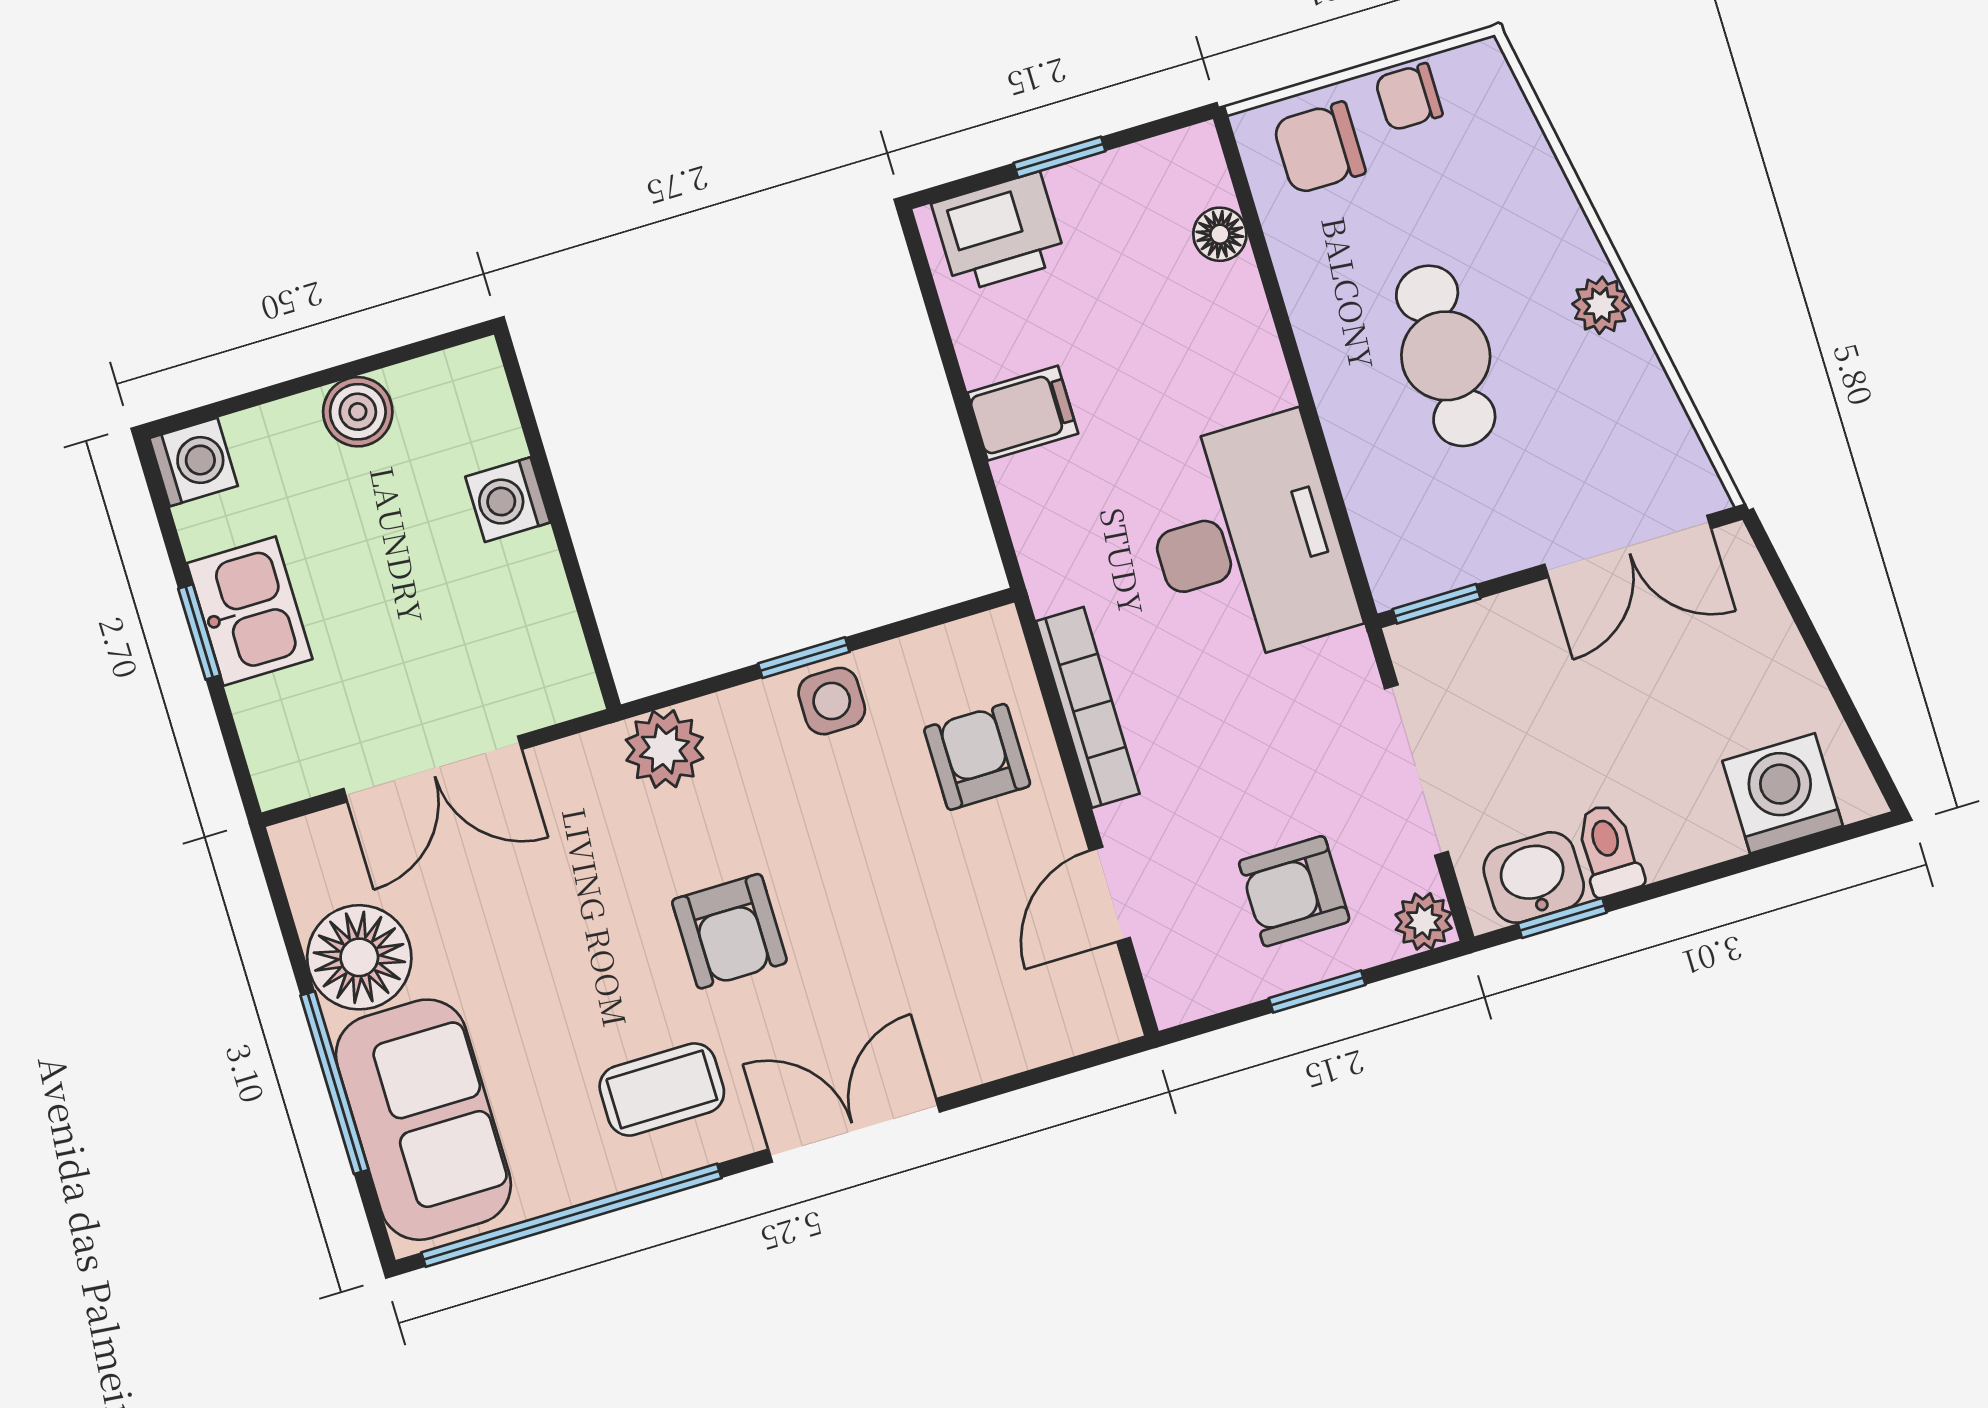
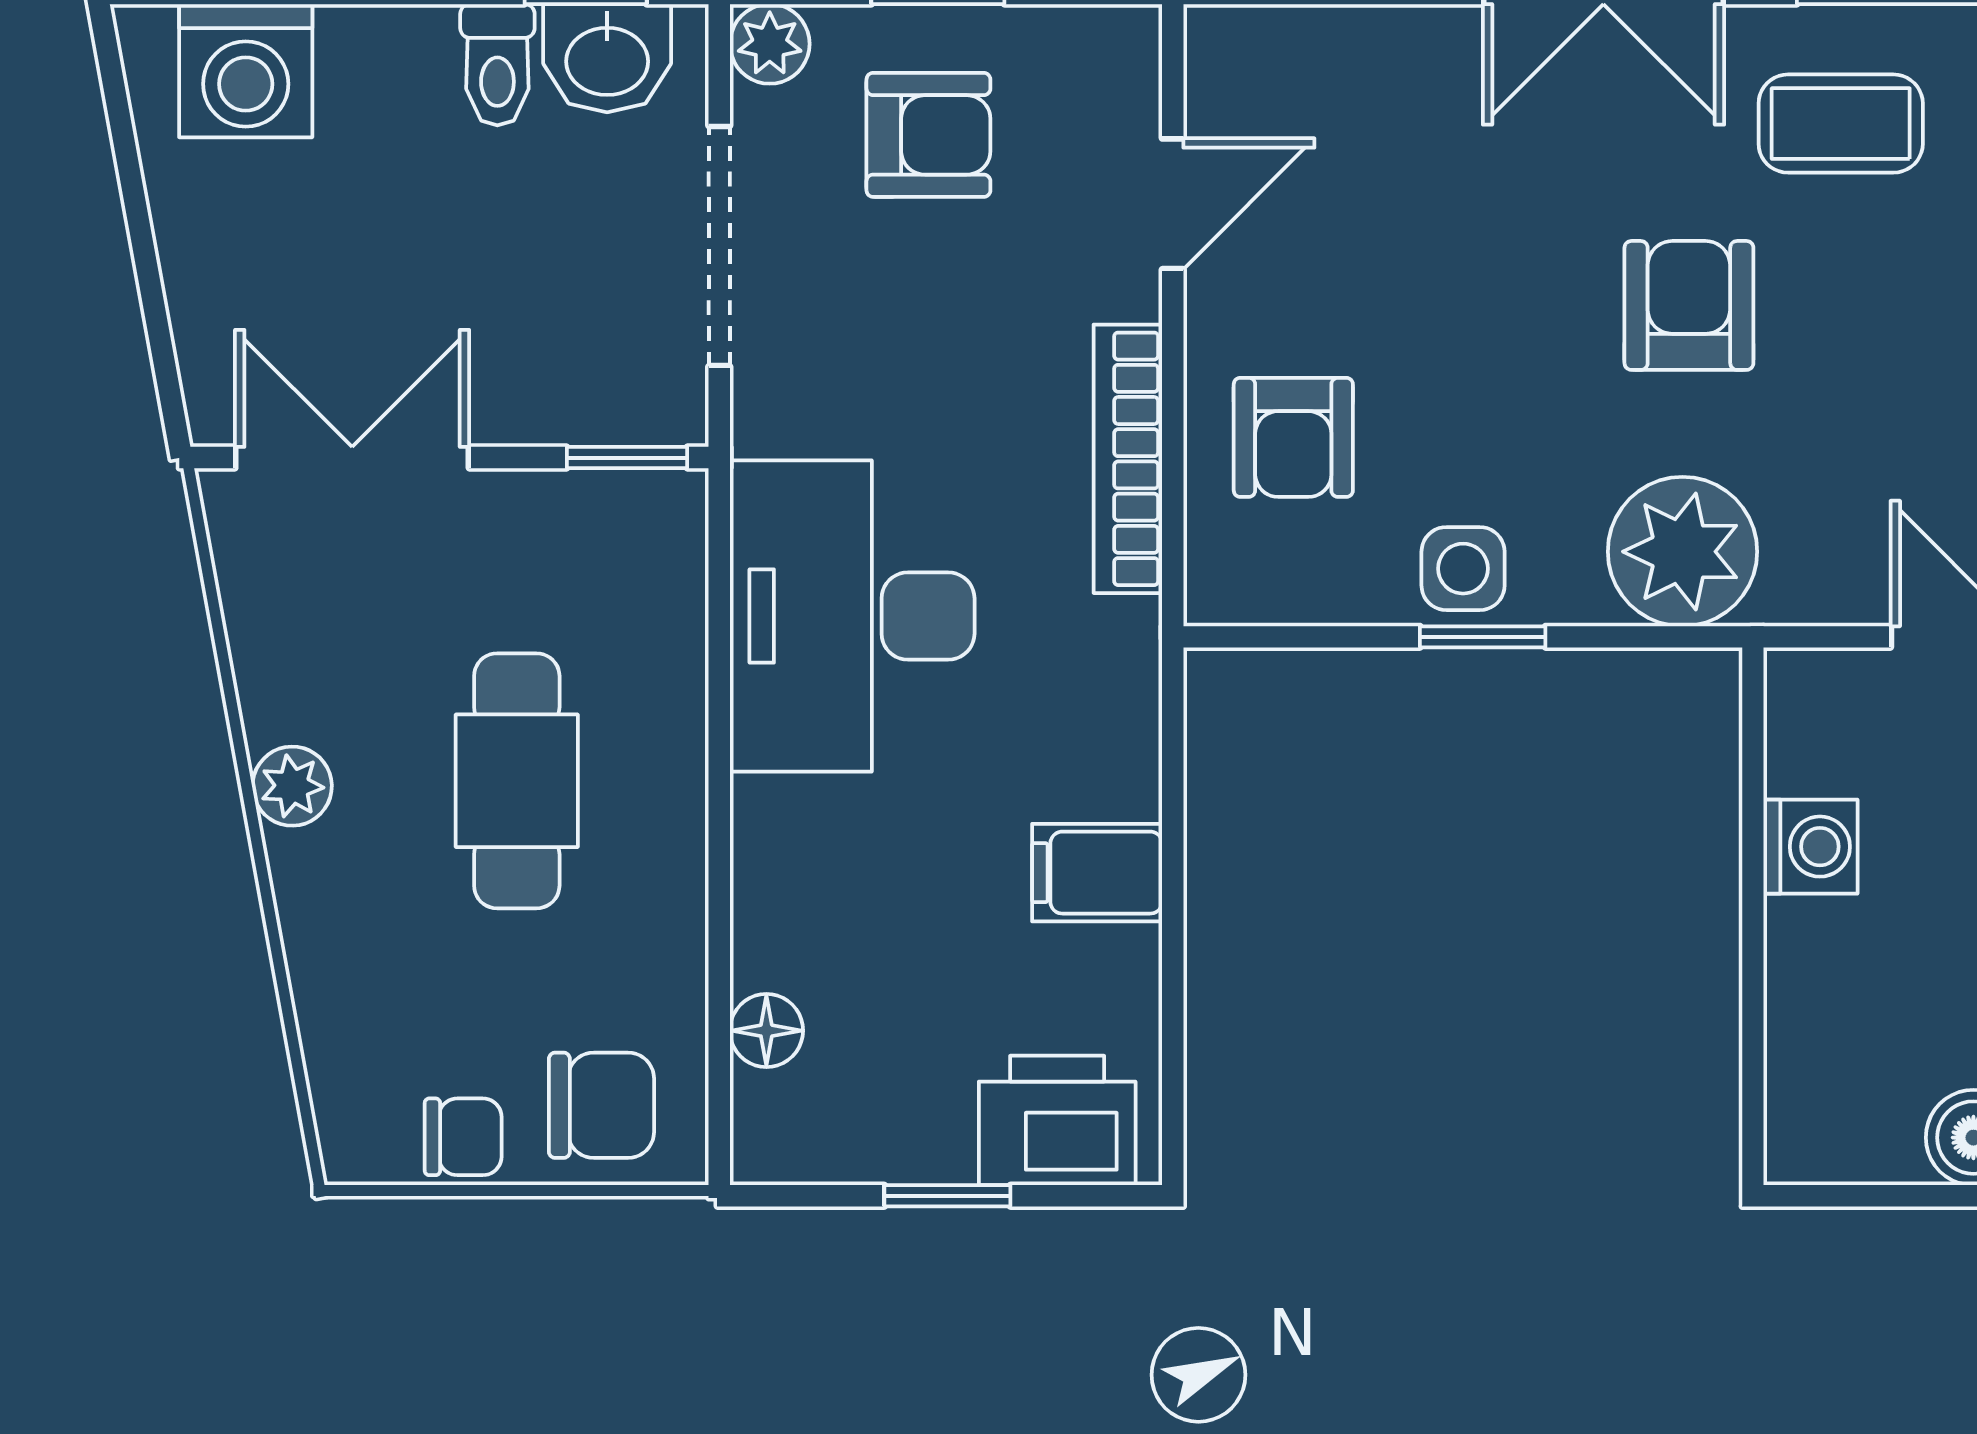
washing machine: (508, 500) -> (1810, 847), moved
plant: (665, 749) -> (1682, 552), width x1.36, depth x1.36

